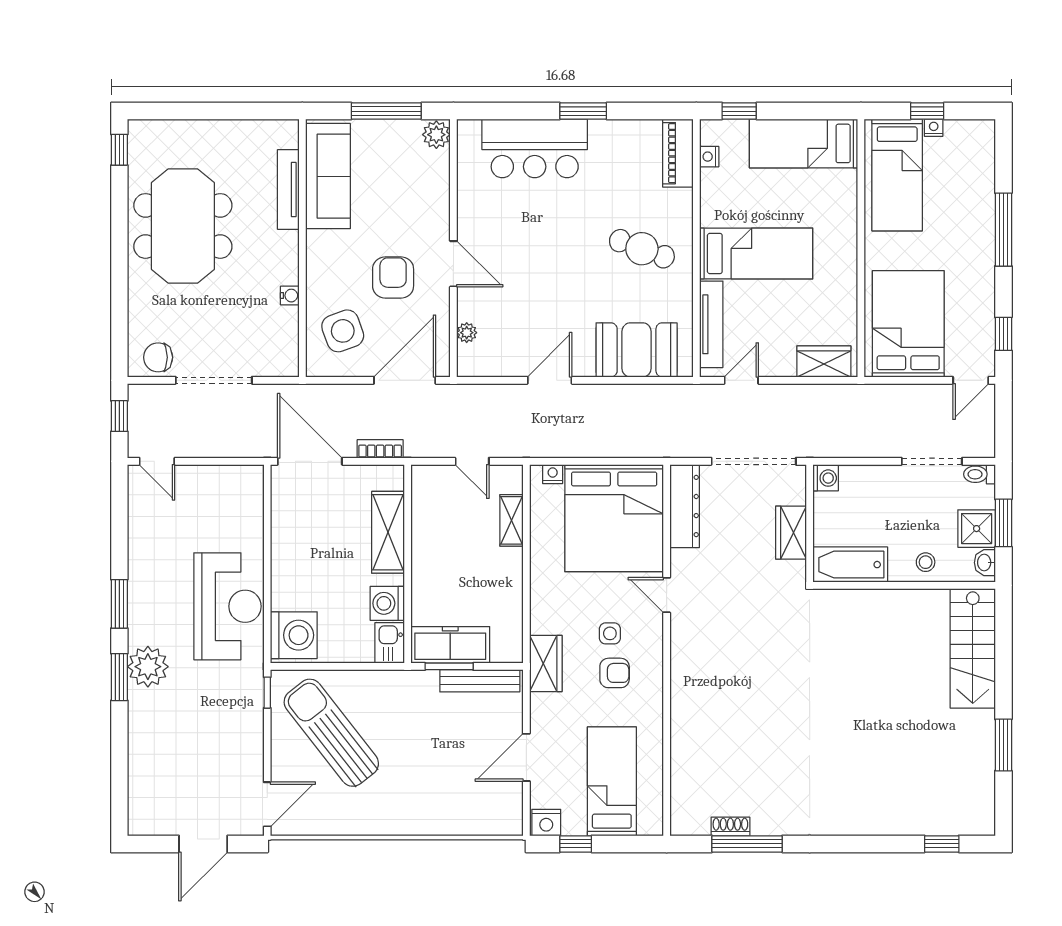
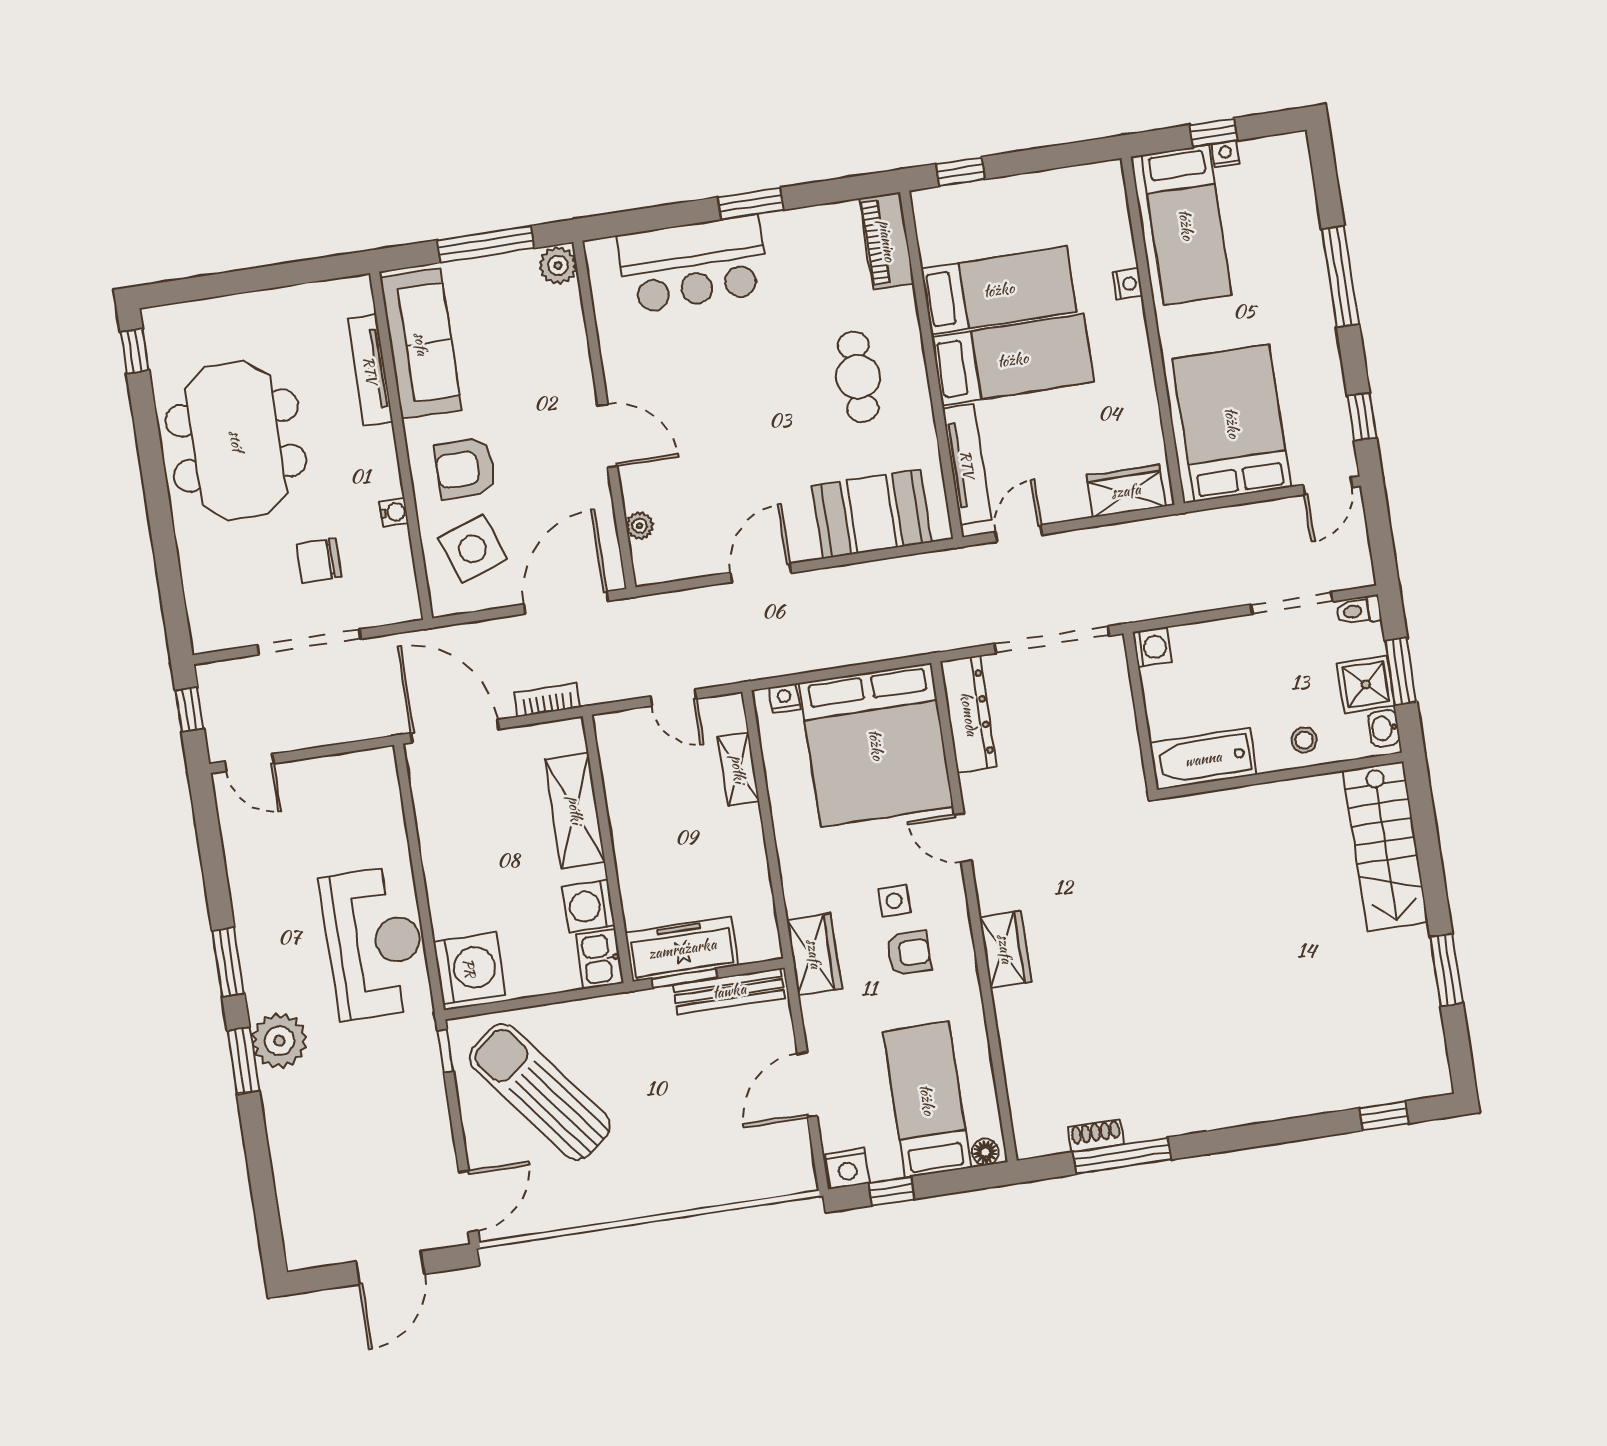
bed: (804, 143) -> (999, 290), moved, turned 180
nightstand: (709, 157) -> (1128, 284), moved, turned 180
cafe table: (642, 249) -> (858, 377), turned 70
armchair: (393, 277) -> (465, 469), moved, turned -90
chair: (158, 357) -> (319, 561), moved
wardrobe: (791, 533) -> (1005, 949), moved, turned 180
floor lamp: (648, 826) -> (985, 1152), added

